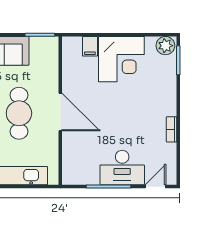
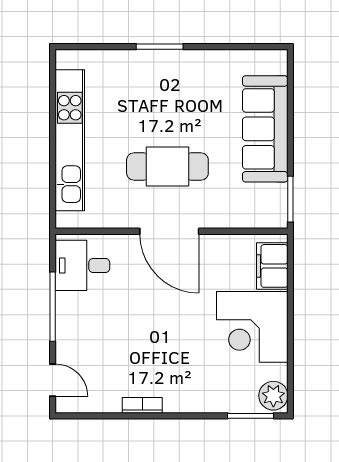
filing cabinet: (90, 46) -> (272, 266), width x2.00
door: (60, 112) -> (169, 231), hinge flipped
desk: (122, 168) -> (82, 265), moved, width x0.73

